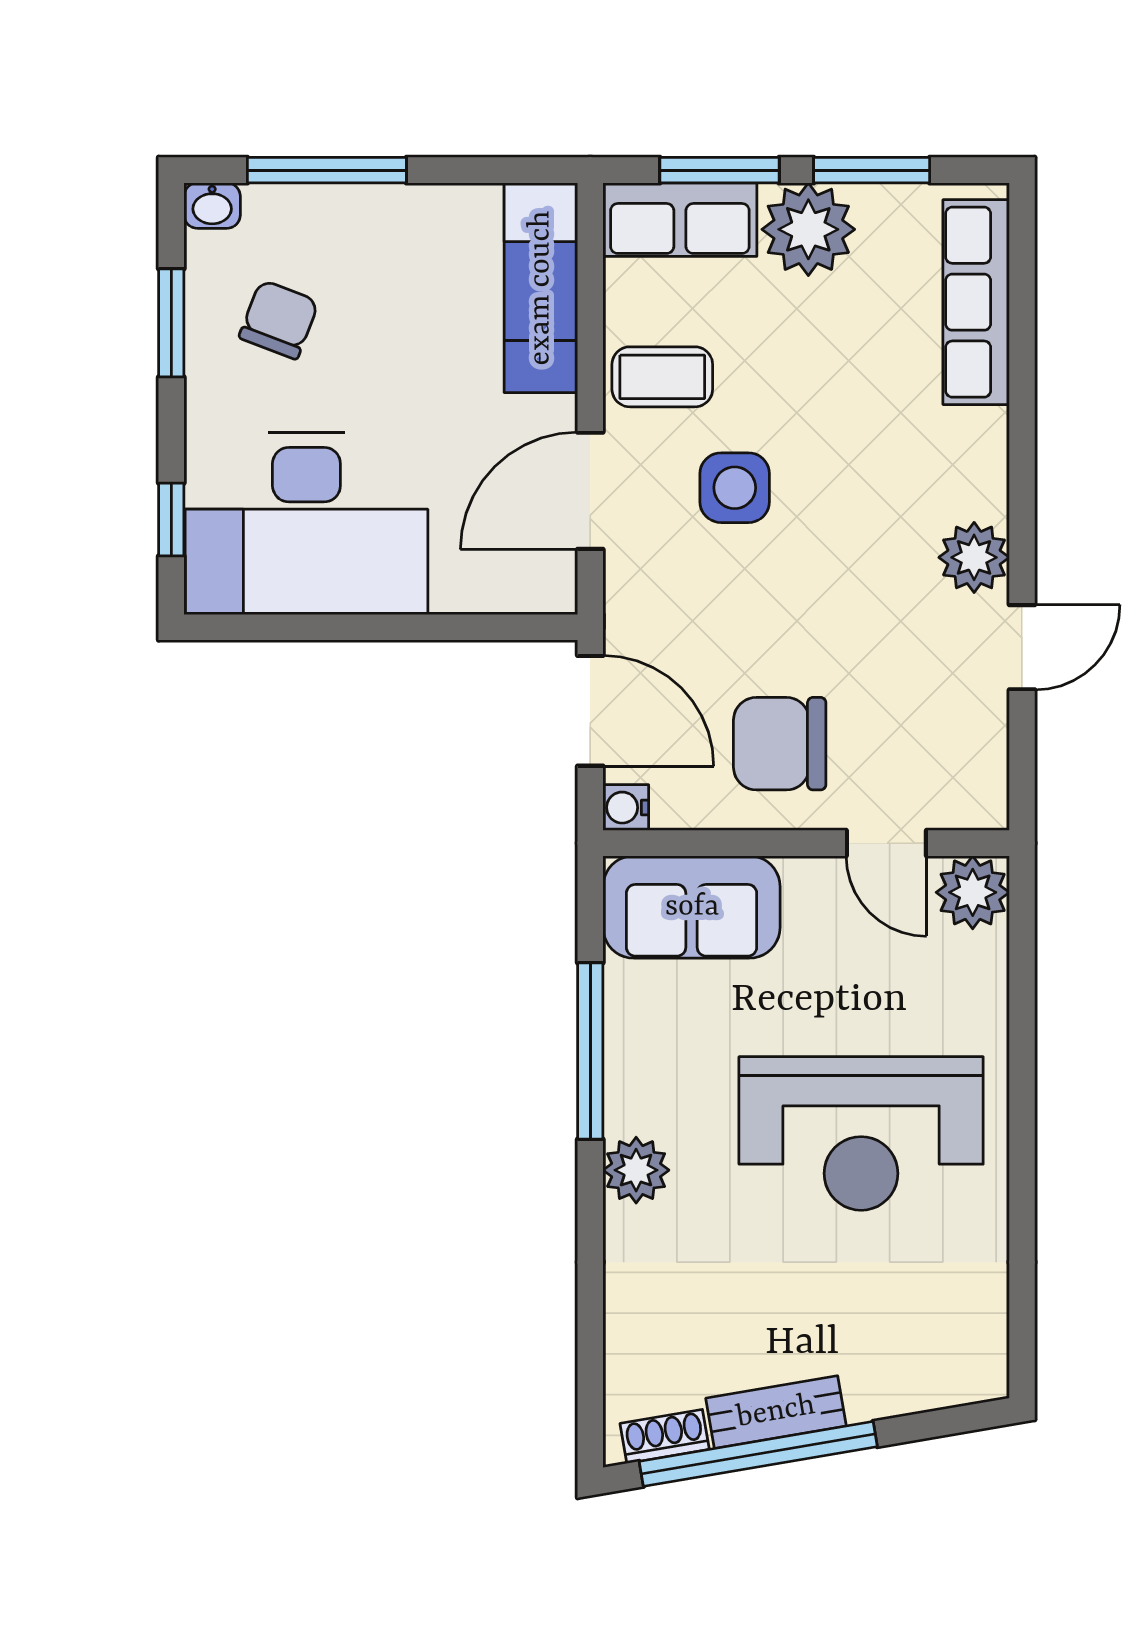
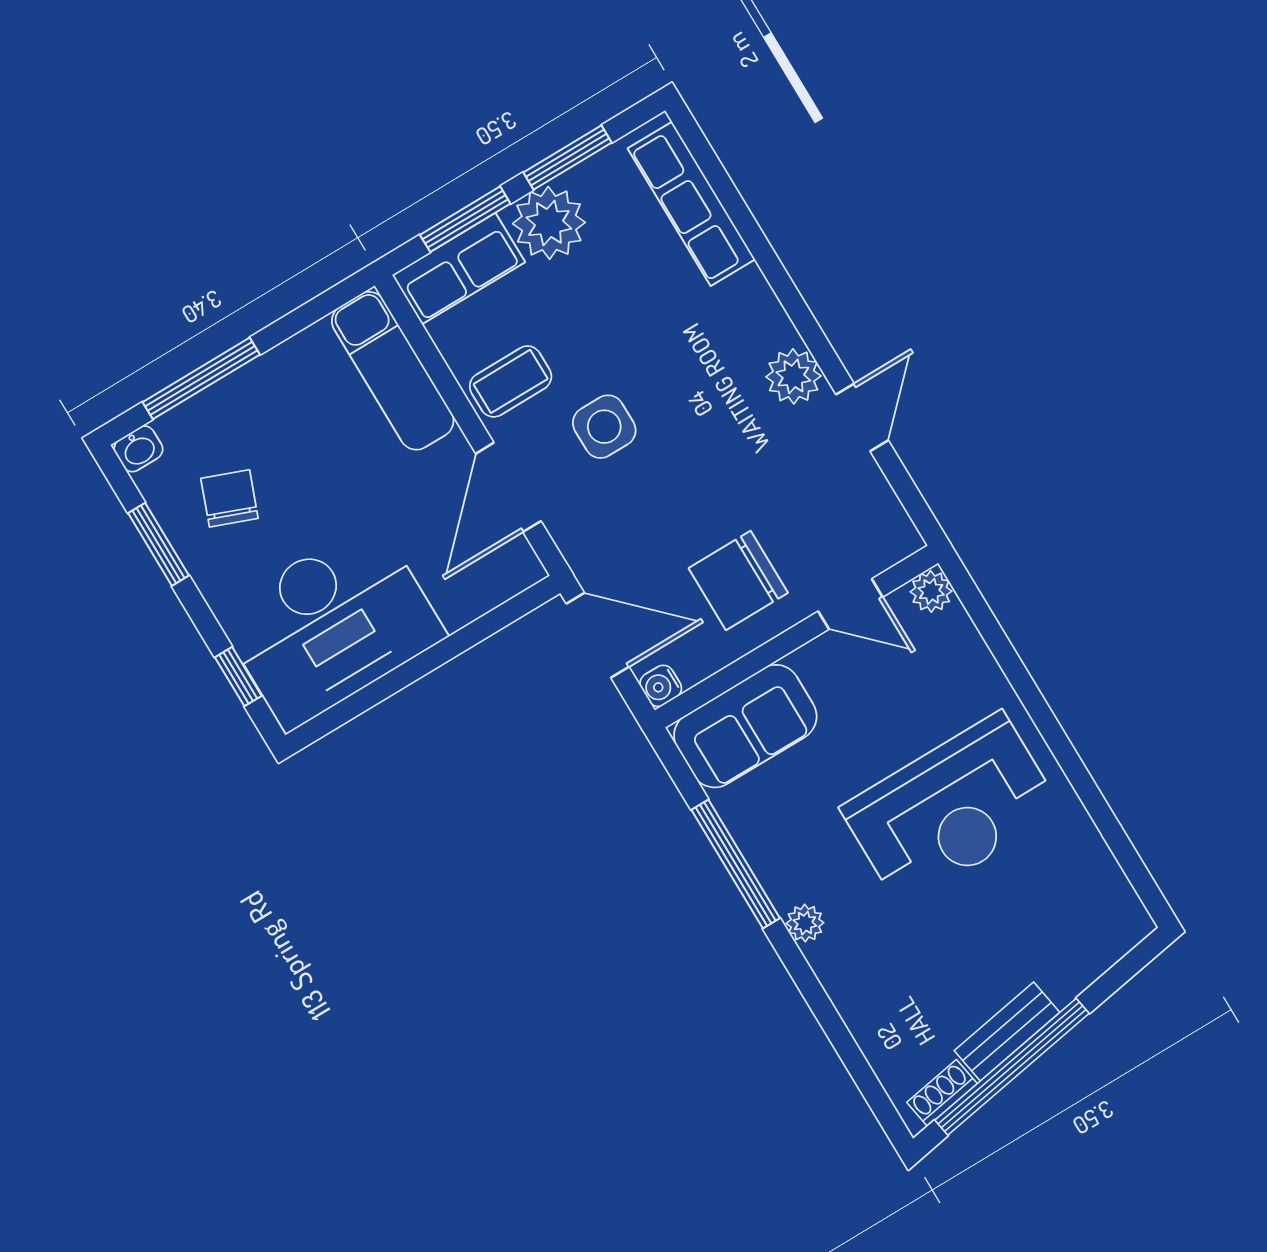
plant: (973, 892) -> (931, 591), width x0.73, depth x0.73
plant: (636, 1170) -> (805, 923), width x0.73, depth x0.73

